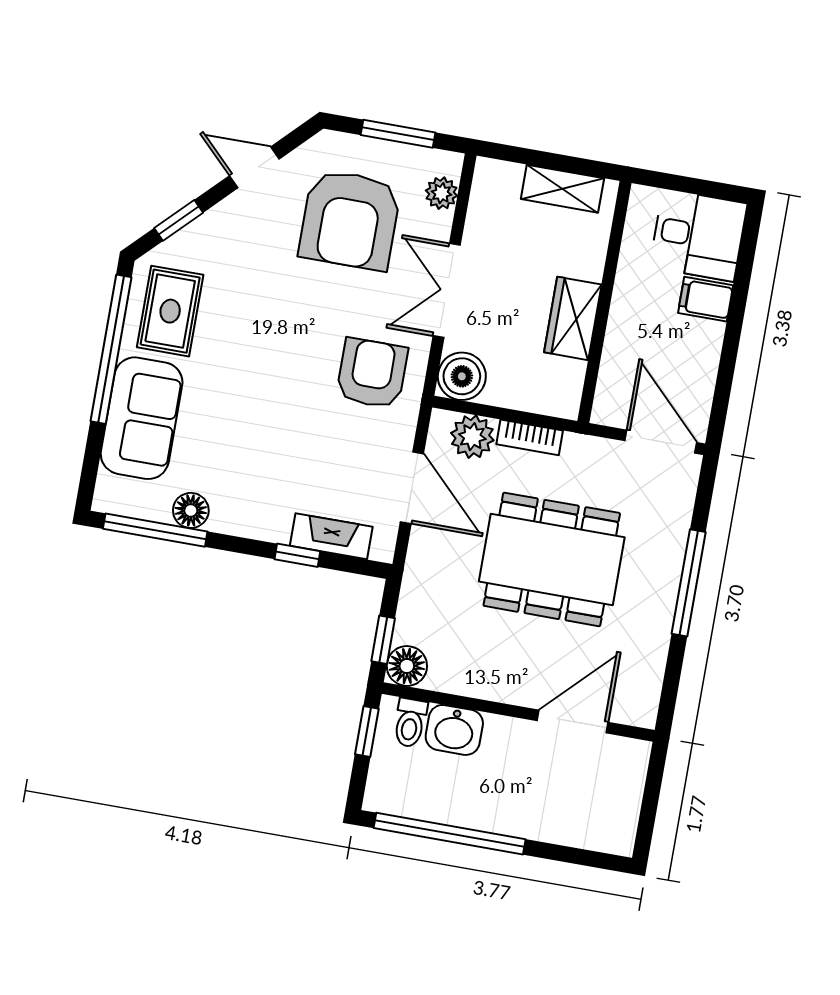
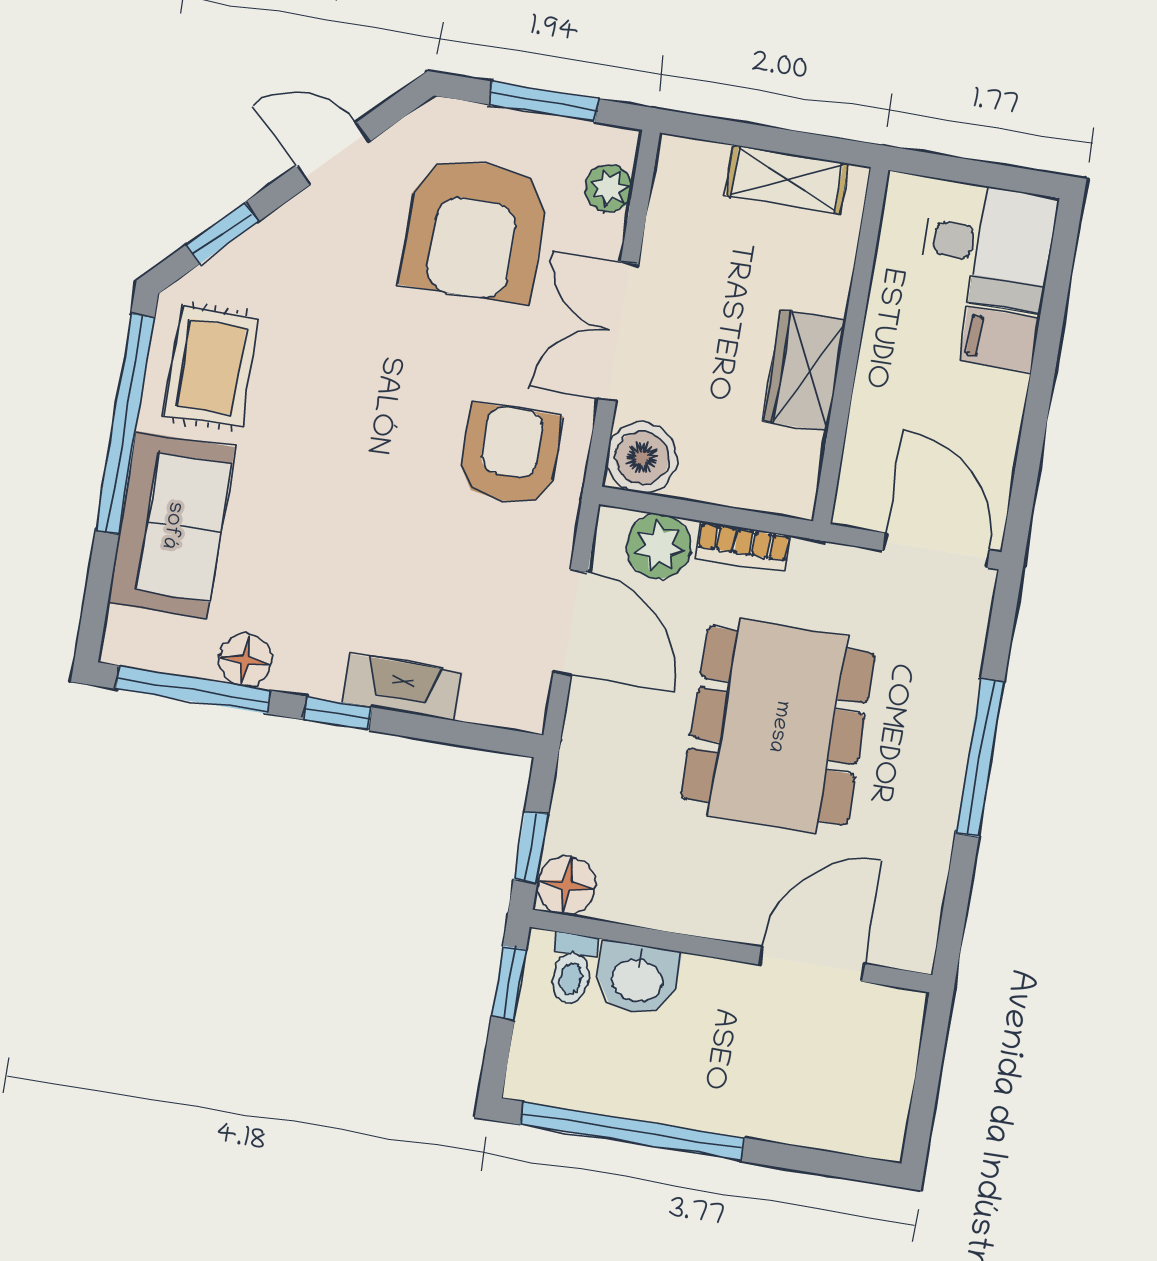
fireplace: (331, 536) -> (402, 687), moved
window: (297, 555) -> (338, 713), moved
dining table: (552, 559) -> (778, 726), turned 90

